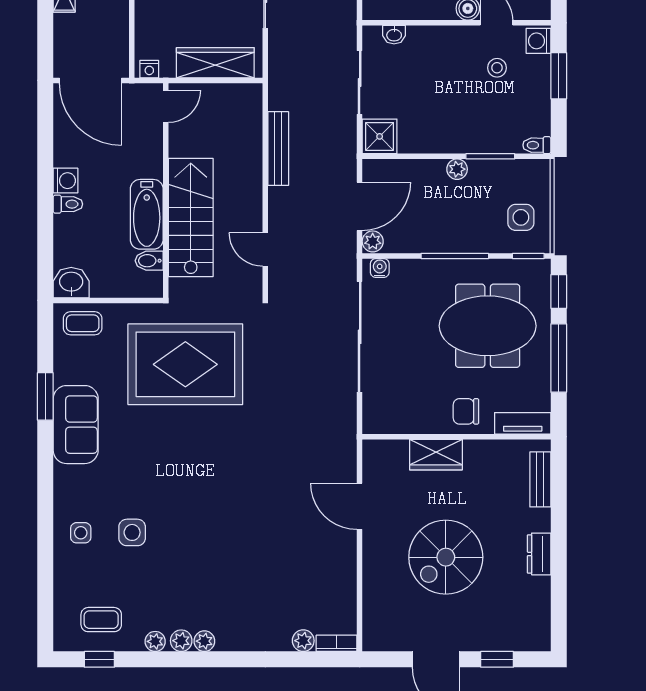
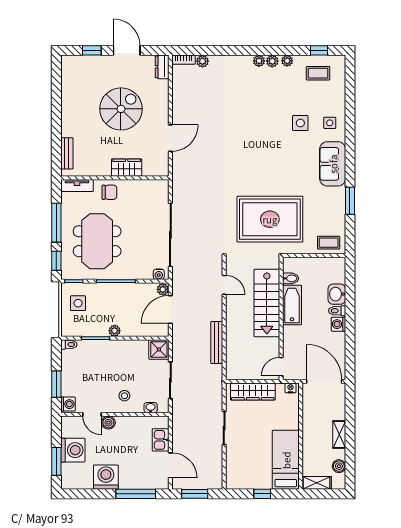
stool: (497, 68) -> (124, 396), moved
washbasin: (71, 283) -> (337, 294), moved, turned 90
meeting table: (488, 326) -> (97, 241), turned 90
sofa: (76, 425) -> (333, 164), moved
door: (360, 506) -> (170, 138), hinge flipped
dresser: (539, 554) -> (162, 67), moved, turned 180

